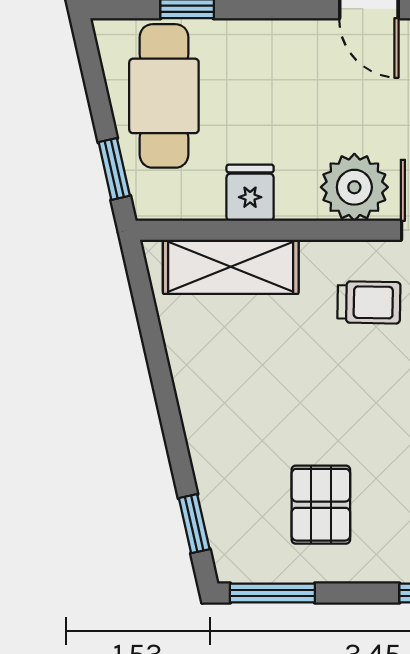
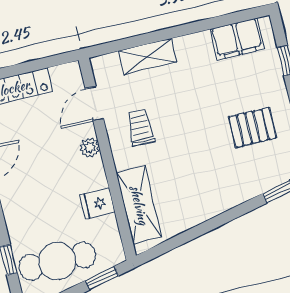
plant: (354, 187) -> (90, 148), width x0.53, depth x0.53

